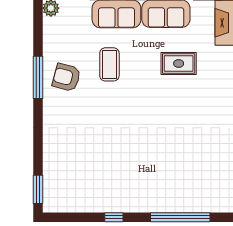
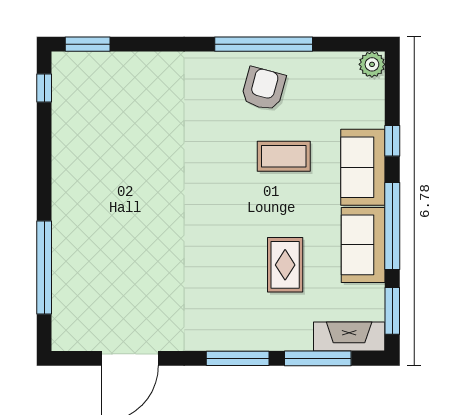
window: (38, 77) -> (264, 44), width x1.46
window: (114, 217) -> (44, 88), moved

